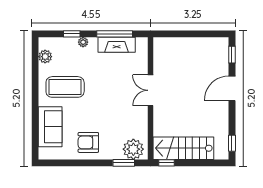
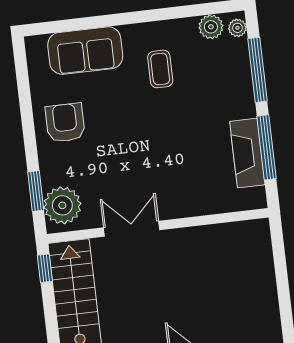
window: (72, 34) -> (257, 70), width x2.17
plant: (83, 42) -> (237, 28), moved
coffee table: (65, 87) -> (160, 69), width x0.54, depth x0.58
double door: (151, 90) -> (132, 229), moved

